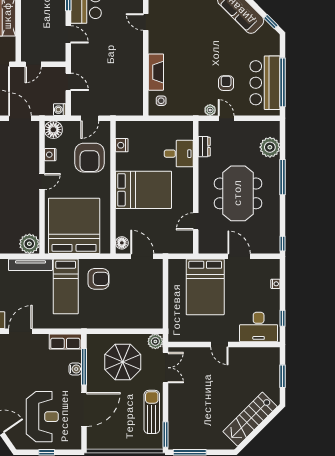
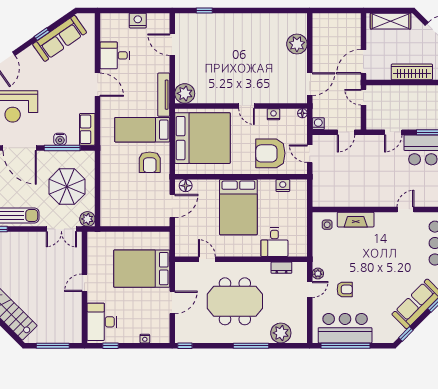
floor lamp: (53, 130) -> (302, 113), width x0.53, depth x0.53
window: (283, 376) -> (53, 346), width x1.44

